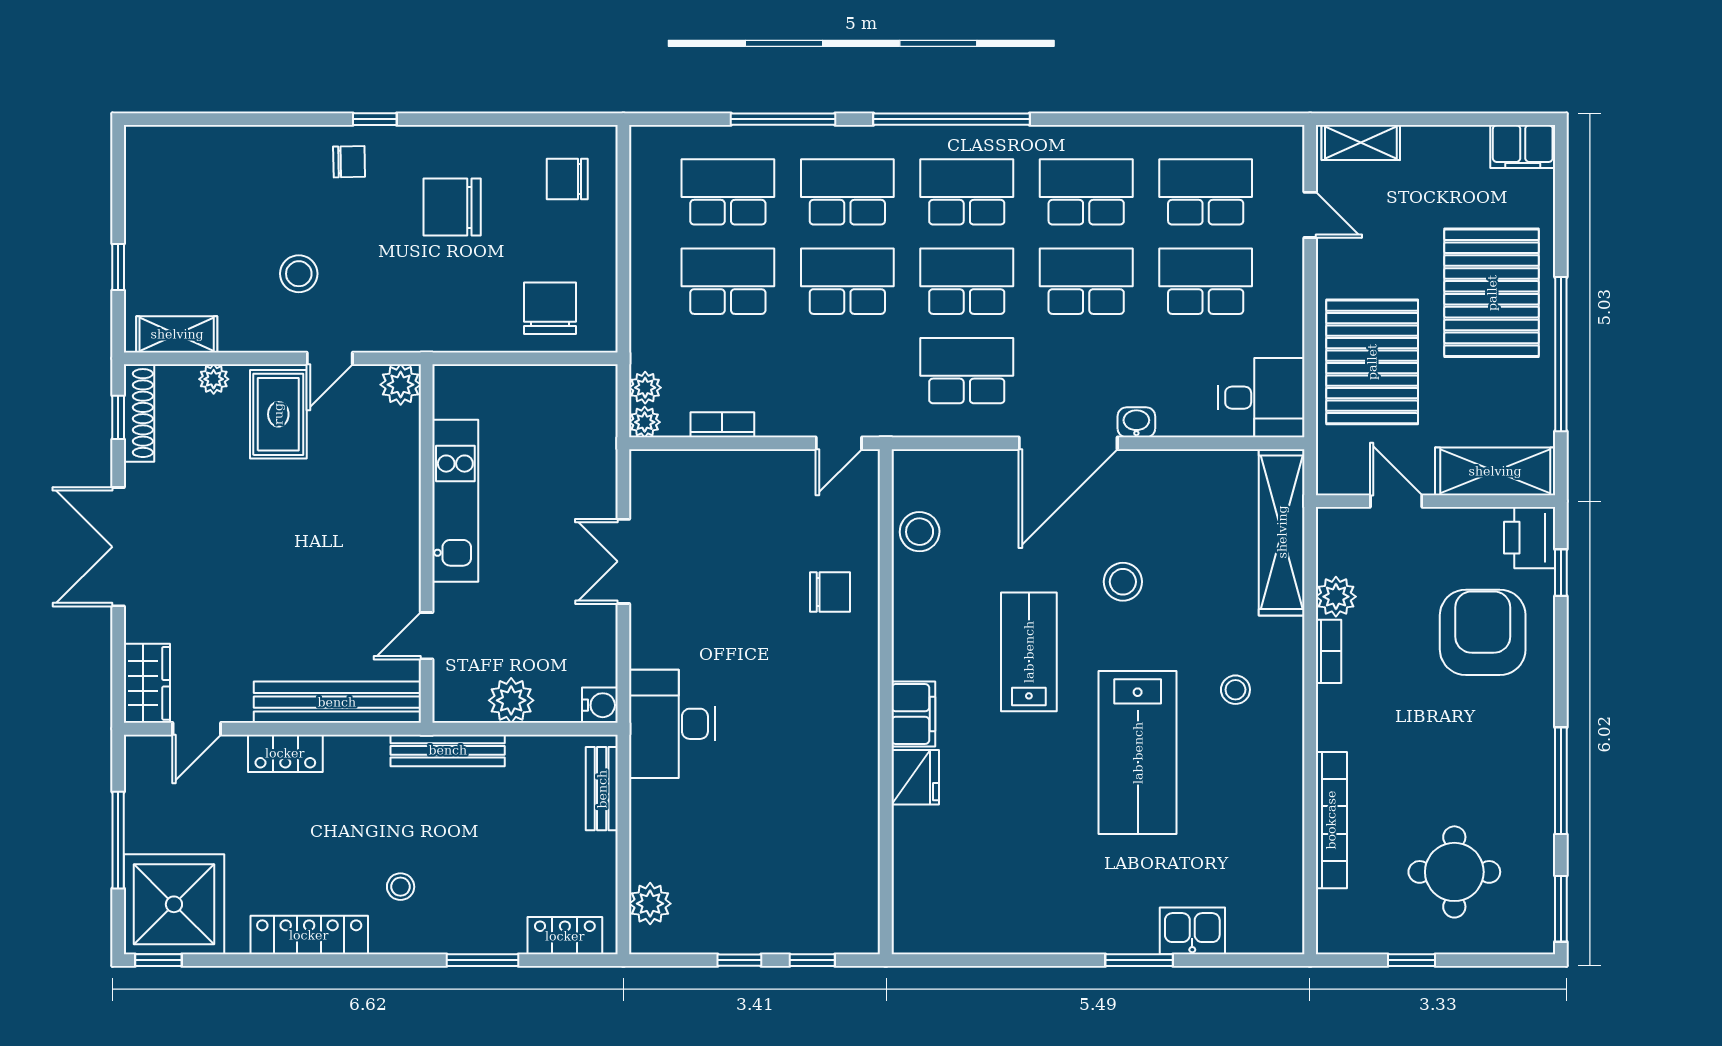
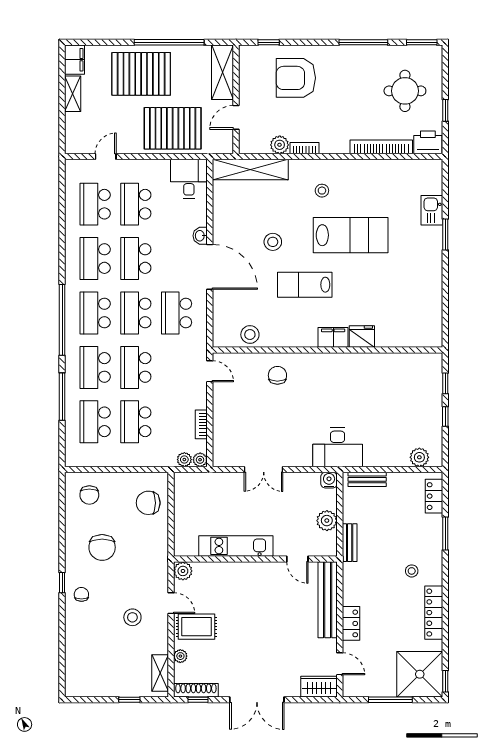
shelving: (1361, 143) -> (73, 94), moved
printer: (1530, 538) -> (428, 142), moved, turned 180
bench: (448, 750) -> (350, 543), width x0.73

